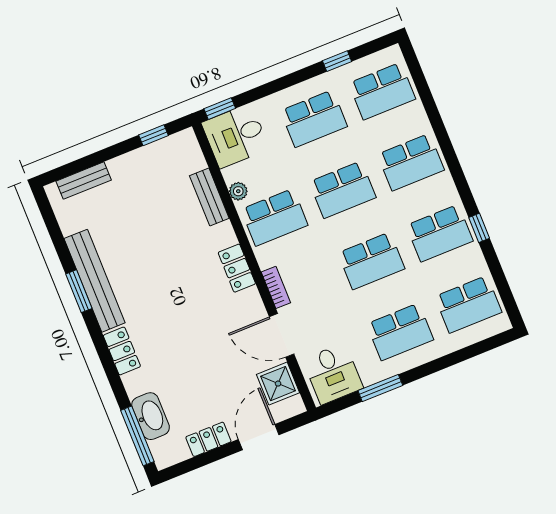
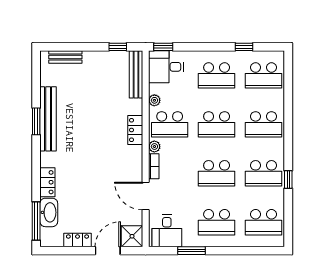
bench: (209, 197) -> (136, 74), moved, width x1.36
plant: (265, 258) -> (154, 147), added
locker: (237, 268) -> (135, 130), moved
locker: (122, 351) -> (47, 182), moved
shower: (278, 384) -> (132, 236), moved

